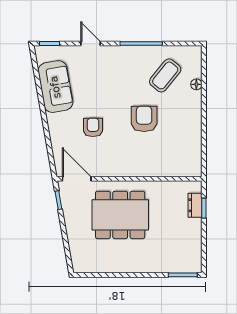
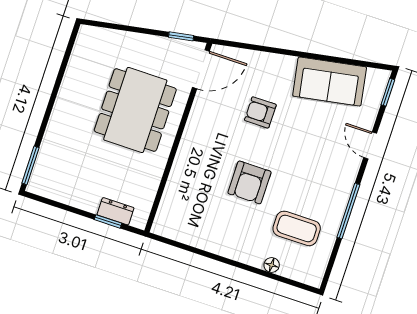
door: (90, 44) -> (370, 145), swing flipped
coffee table: (165, 75) -> (297, 228), turned -39
armchair: (144, 119) -> (249, 182), turned 90
armchair: (93, 127) -> (260, 112), turned 180

